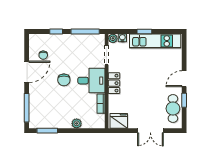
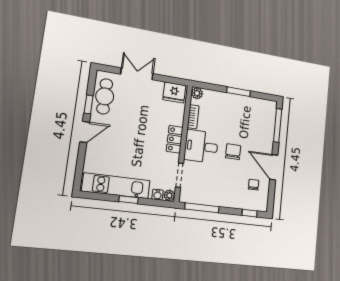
window: (56, 31) -> (249, 213), moved
door: (27, 72) -> (274, 167), hinge flipped
plant: (77, 123) -> (197, 93), moved
window: (47, 131) -> (239, 92), moved

